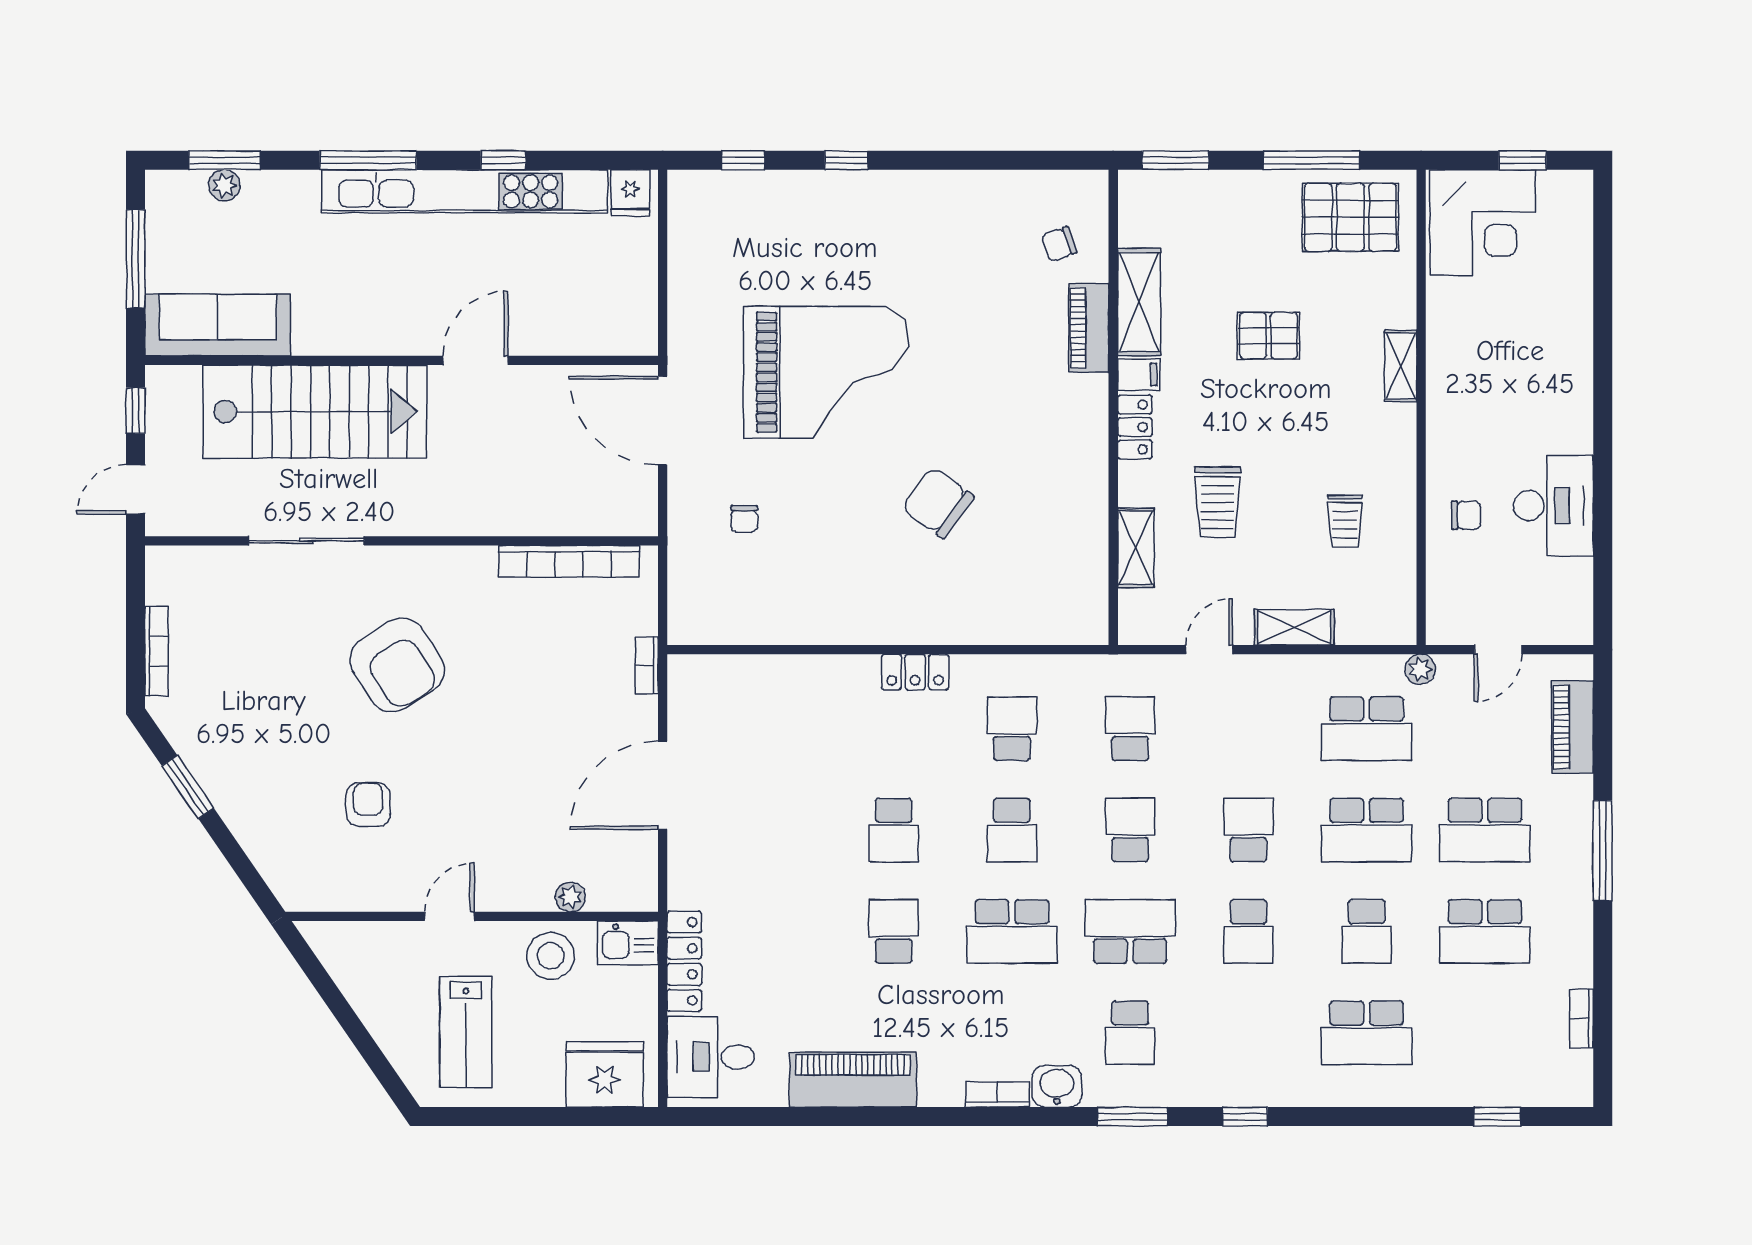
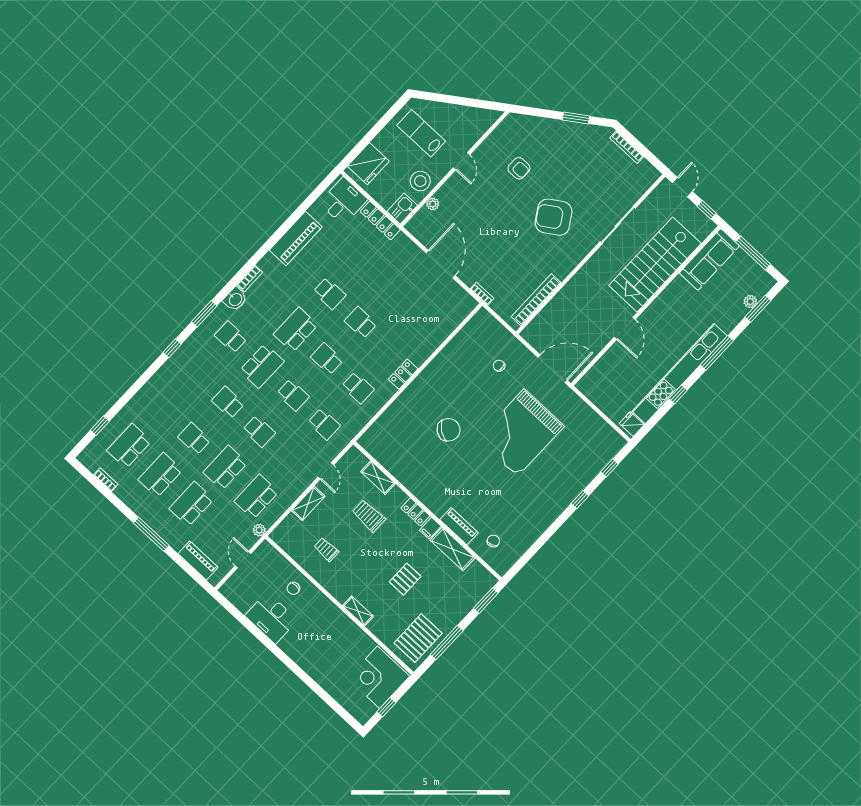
school desk: (1367, 1033) -> (129, 446), moved

